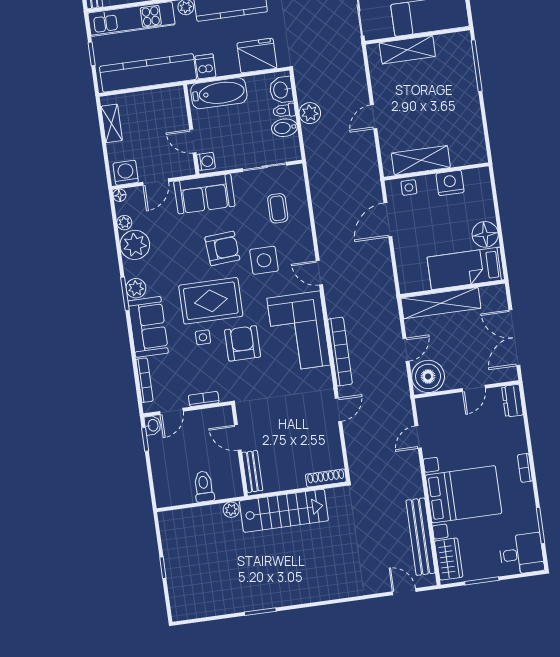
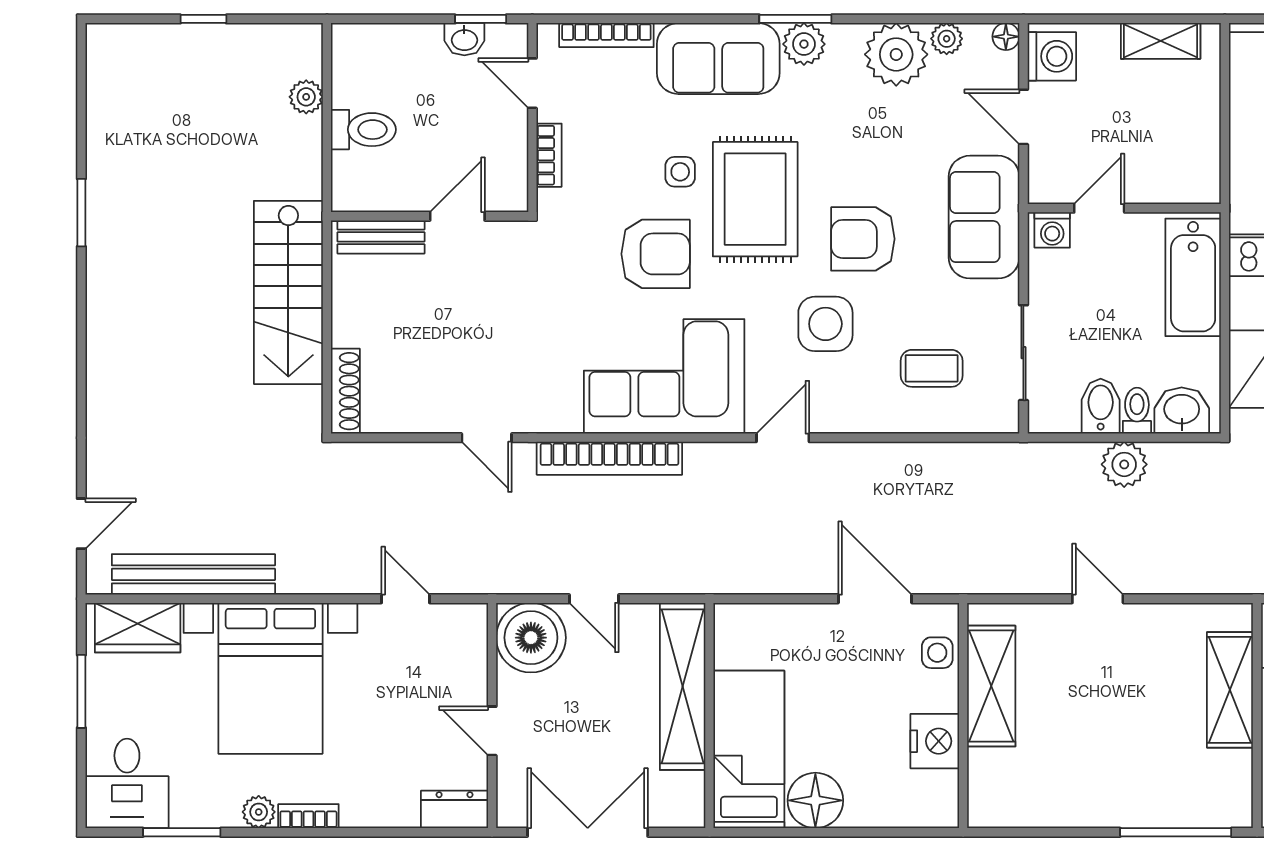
armchair: (222, 248) -> (863, 239), turned 94
washbasin: (153, 425) -> (464, 39), moved
plant: (526, 491) -> (259, 812), added
plant: (231, 510) -> (306, 97), moved

